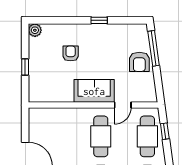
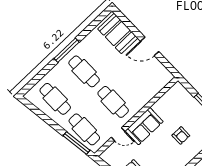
door: (123, 105) -> (118, 134), swing flipped
window: (165, 131) -> (76, 143), width x2.17

